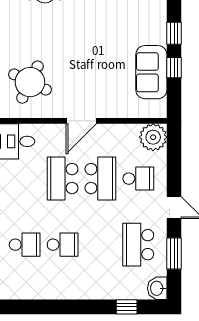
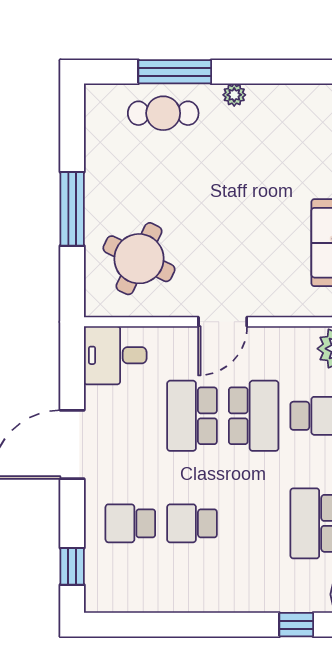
school desk: (25, 245) -> (130, 523), turned 180
school desk: (63, 245) -> (192, 523), turned 180

